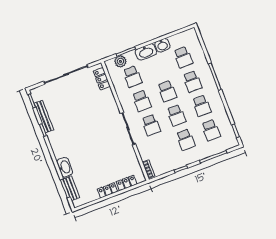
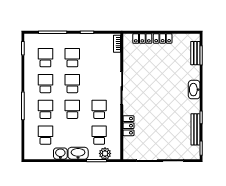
locker: (102, 79) -> (128, 126), moved
school desk: (151, 125) -> (99, 84), removed
washbasin: (65, 167) -> (194, 90), moved

